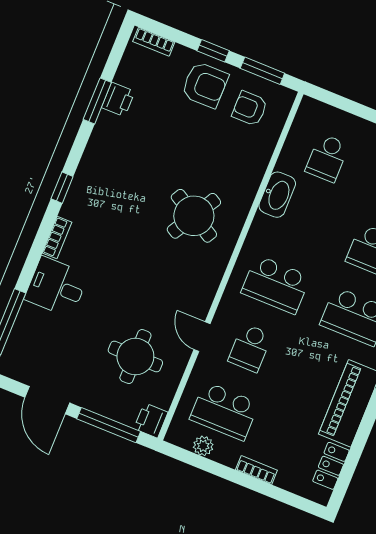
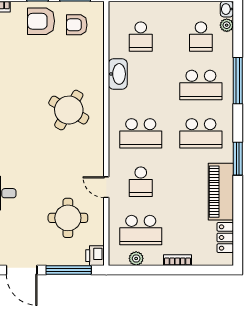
armchair: (205, 85) -> (41, 21), turned 180

